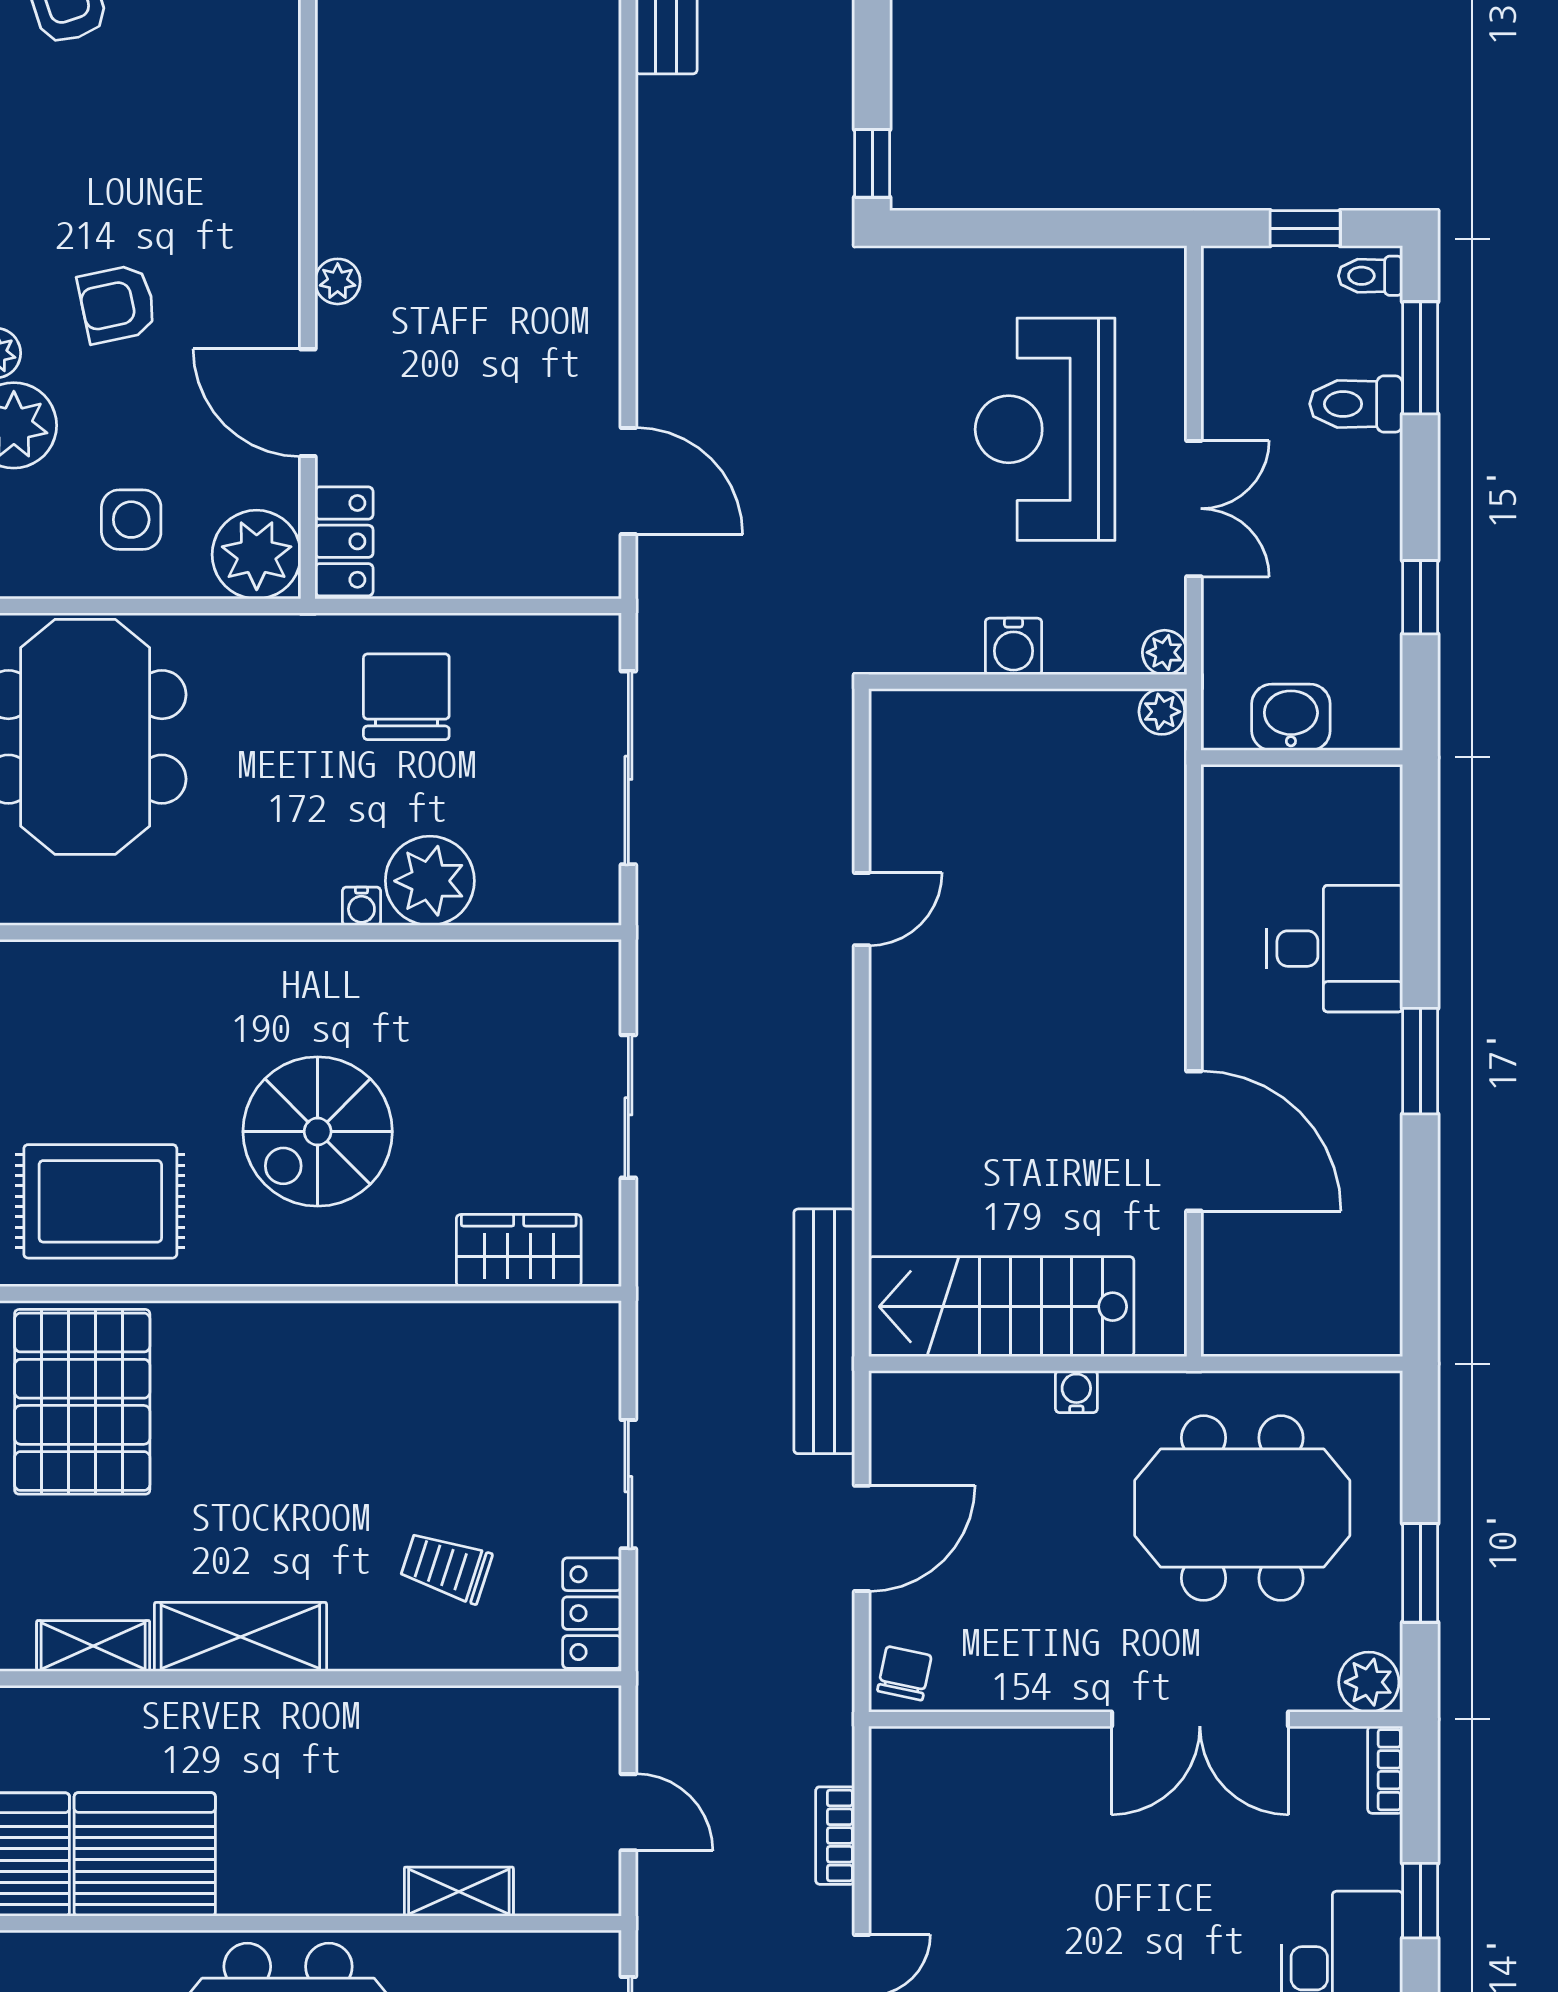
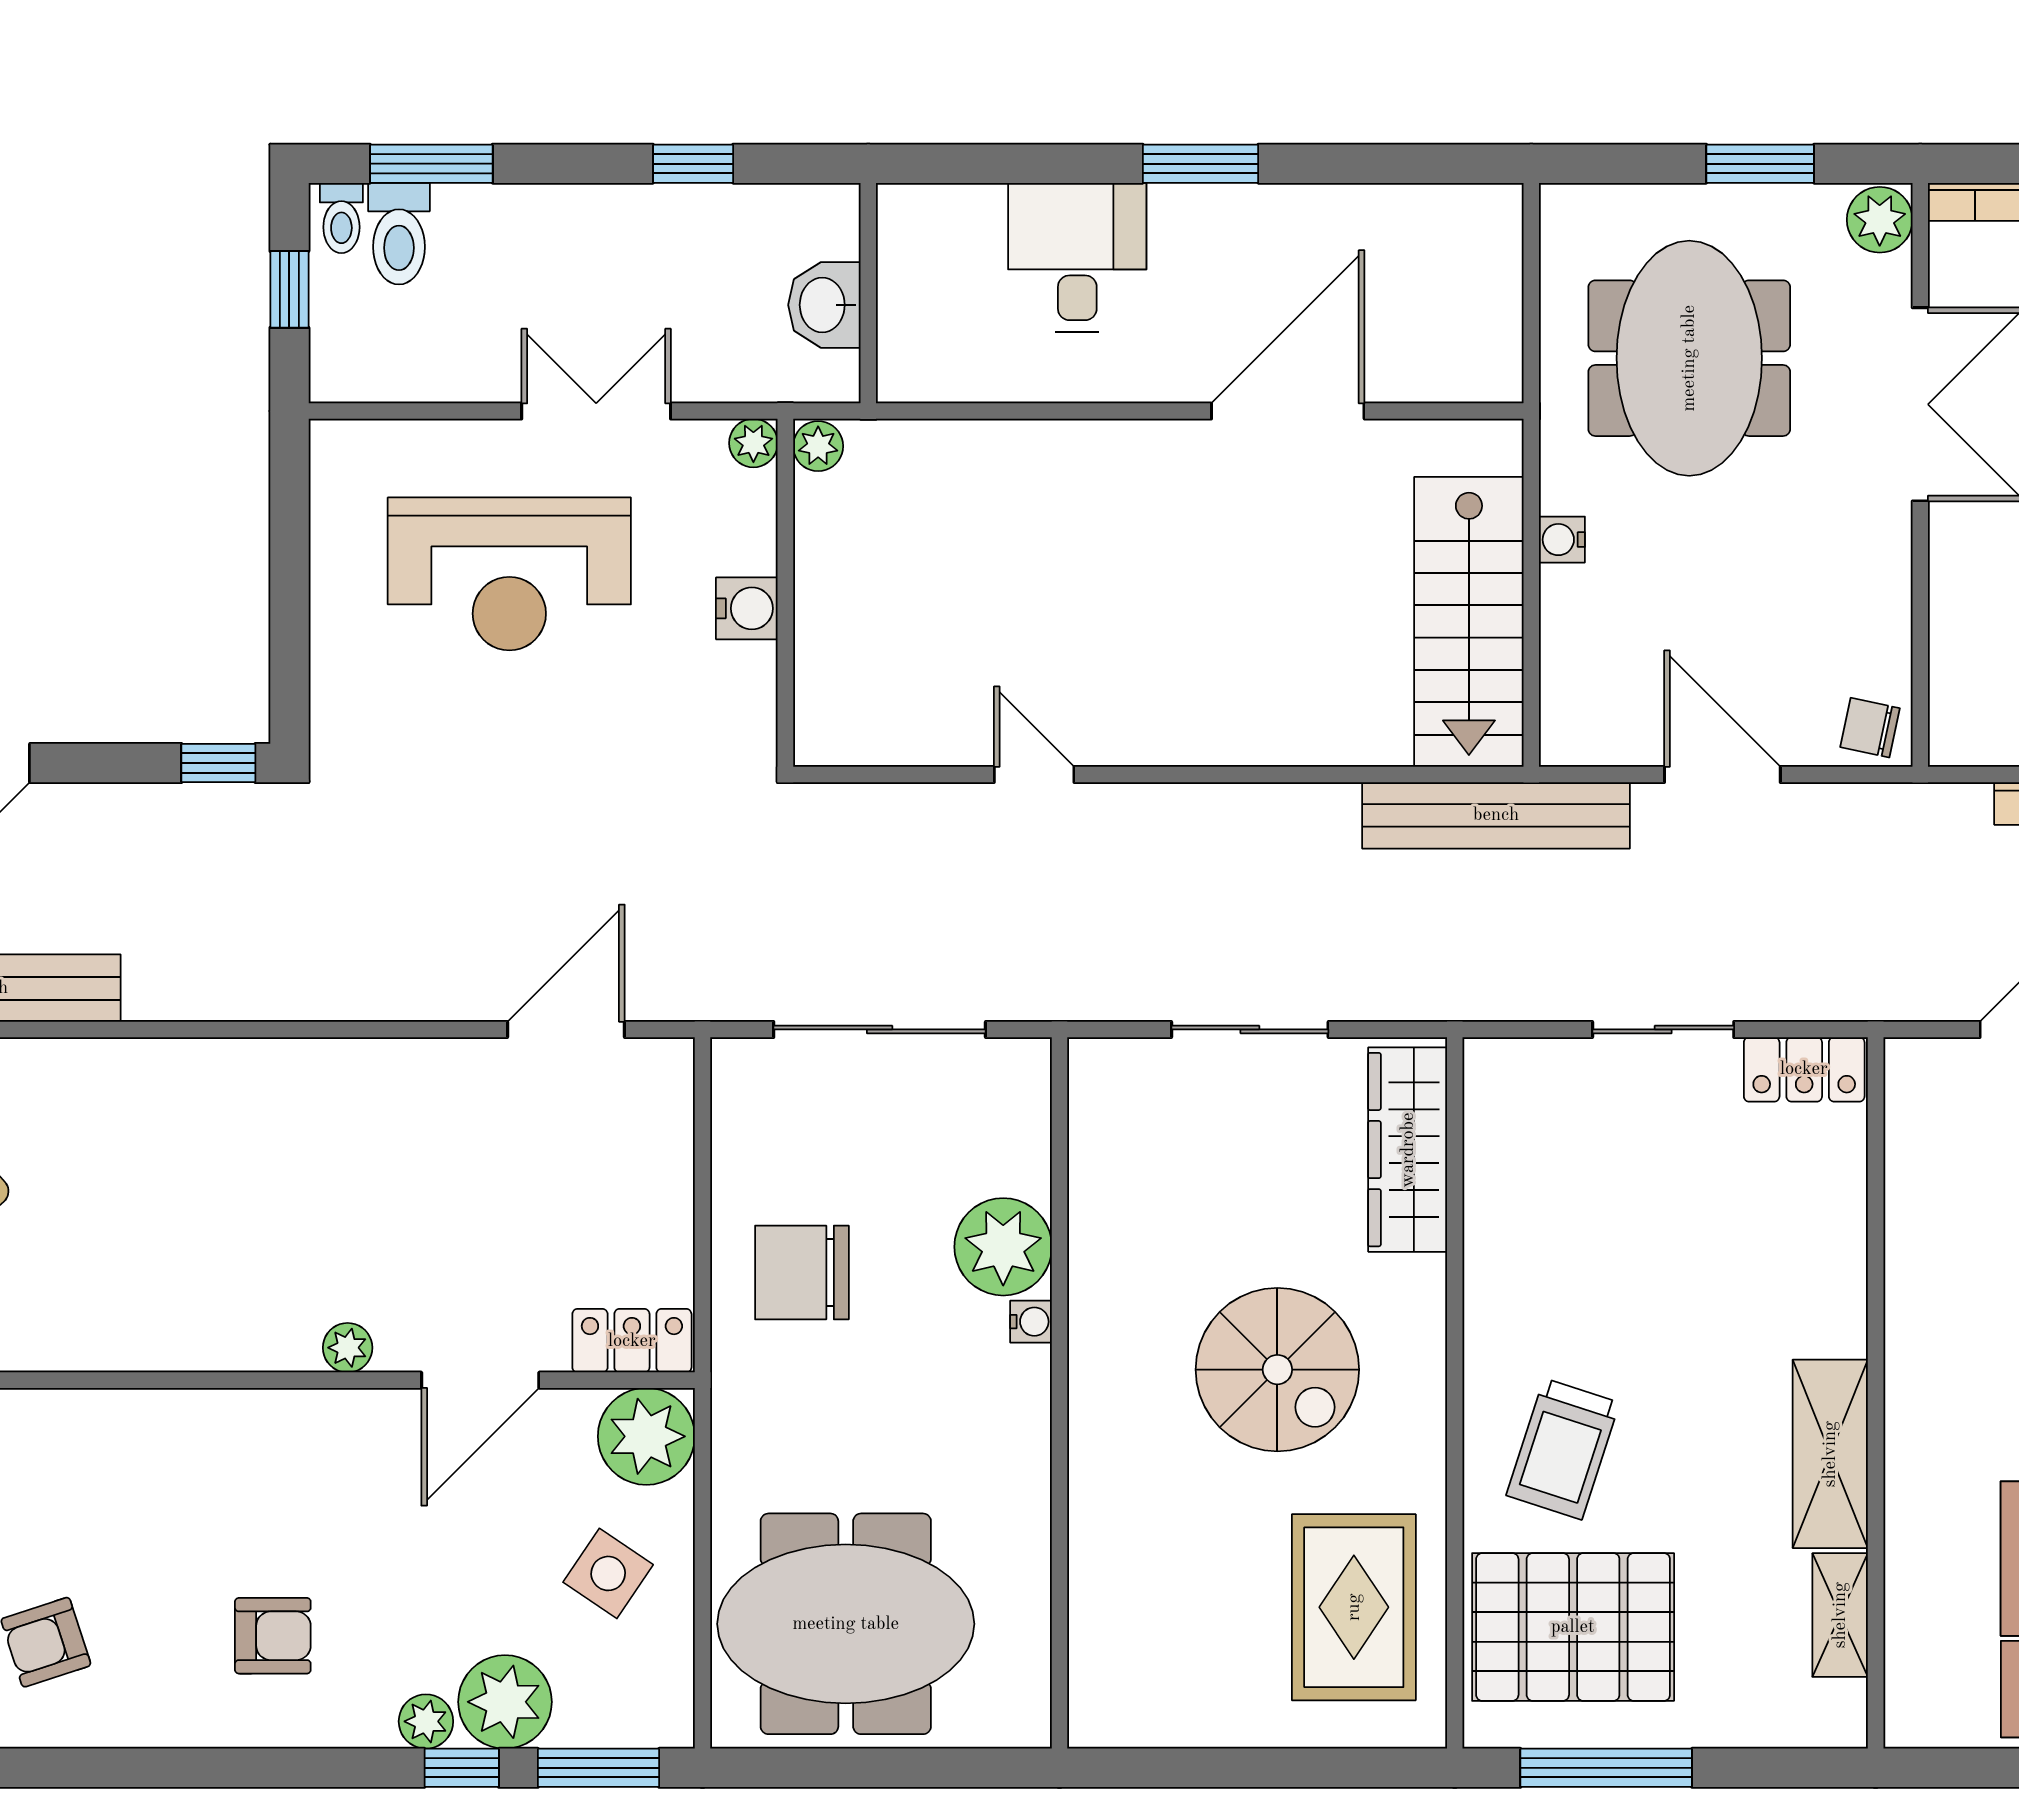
armchair: (117, 304) -> (273, 1636), moved, turned -78
toilet: (1356, 404) -> (399, 234), moved
side table: (131, 520) -> (608, 1573), turned 34
wardrobe: (519, 1251) -> (1408, 1150), width x1.50
trolley: (446, 1567) -> (1563, 1449), moved, width x1.36, depth x1.39

